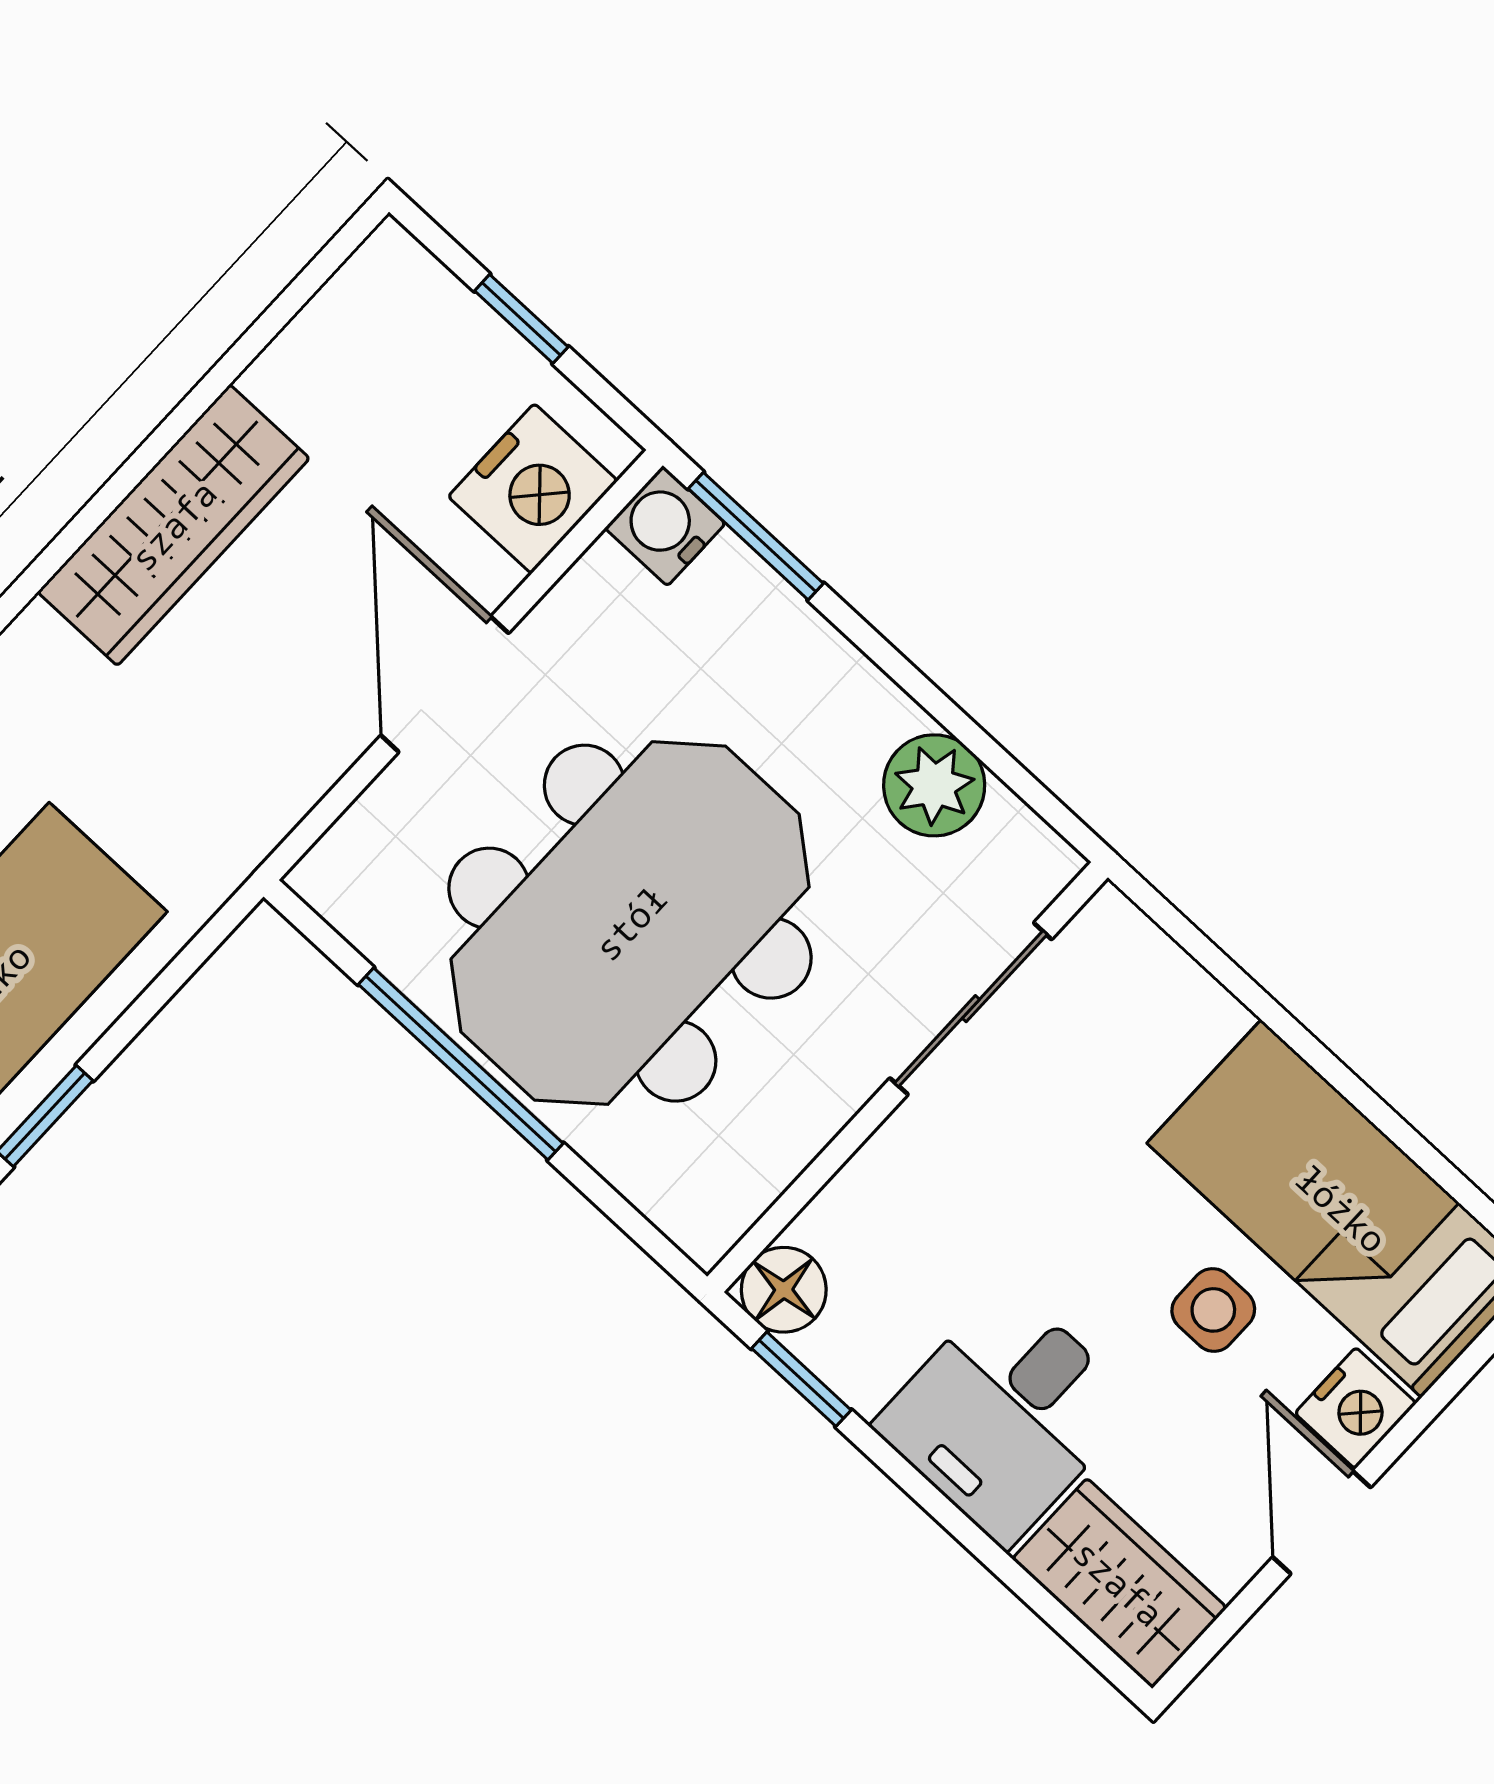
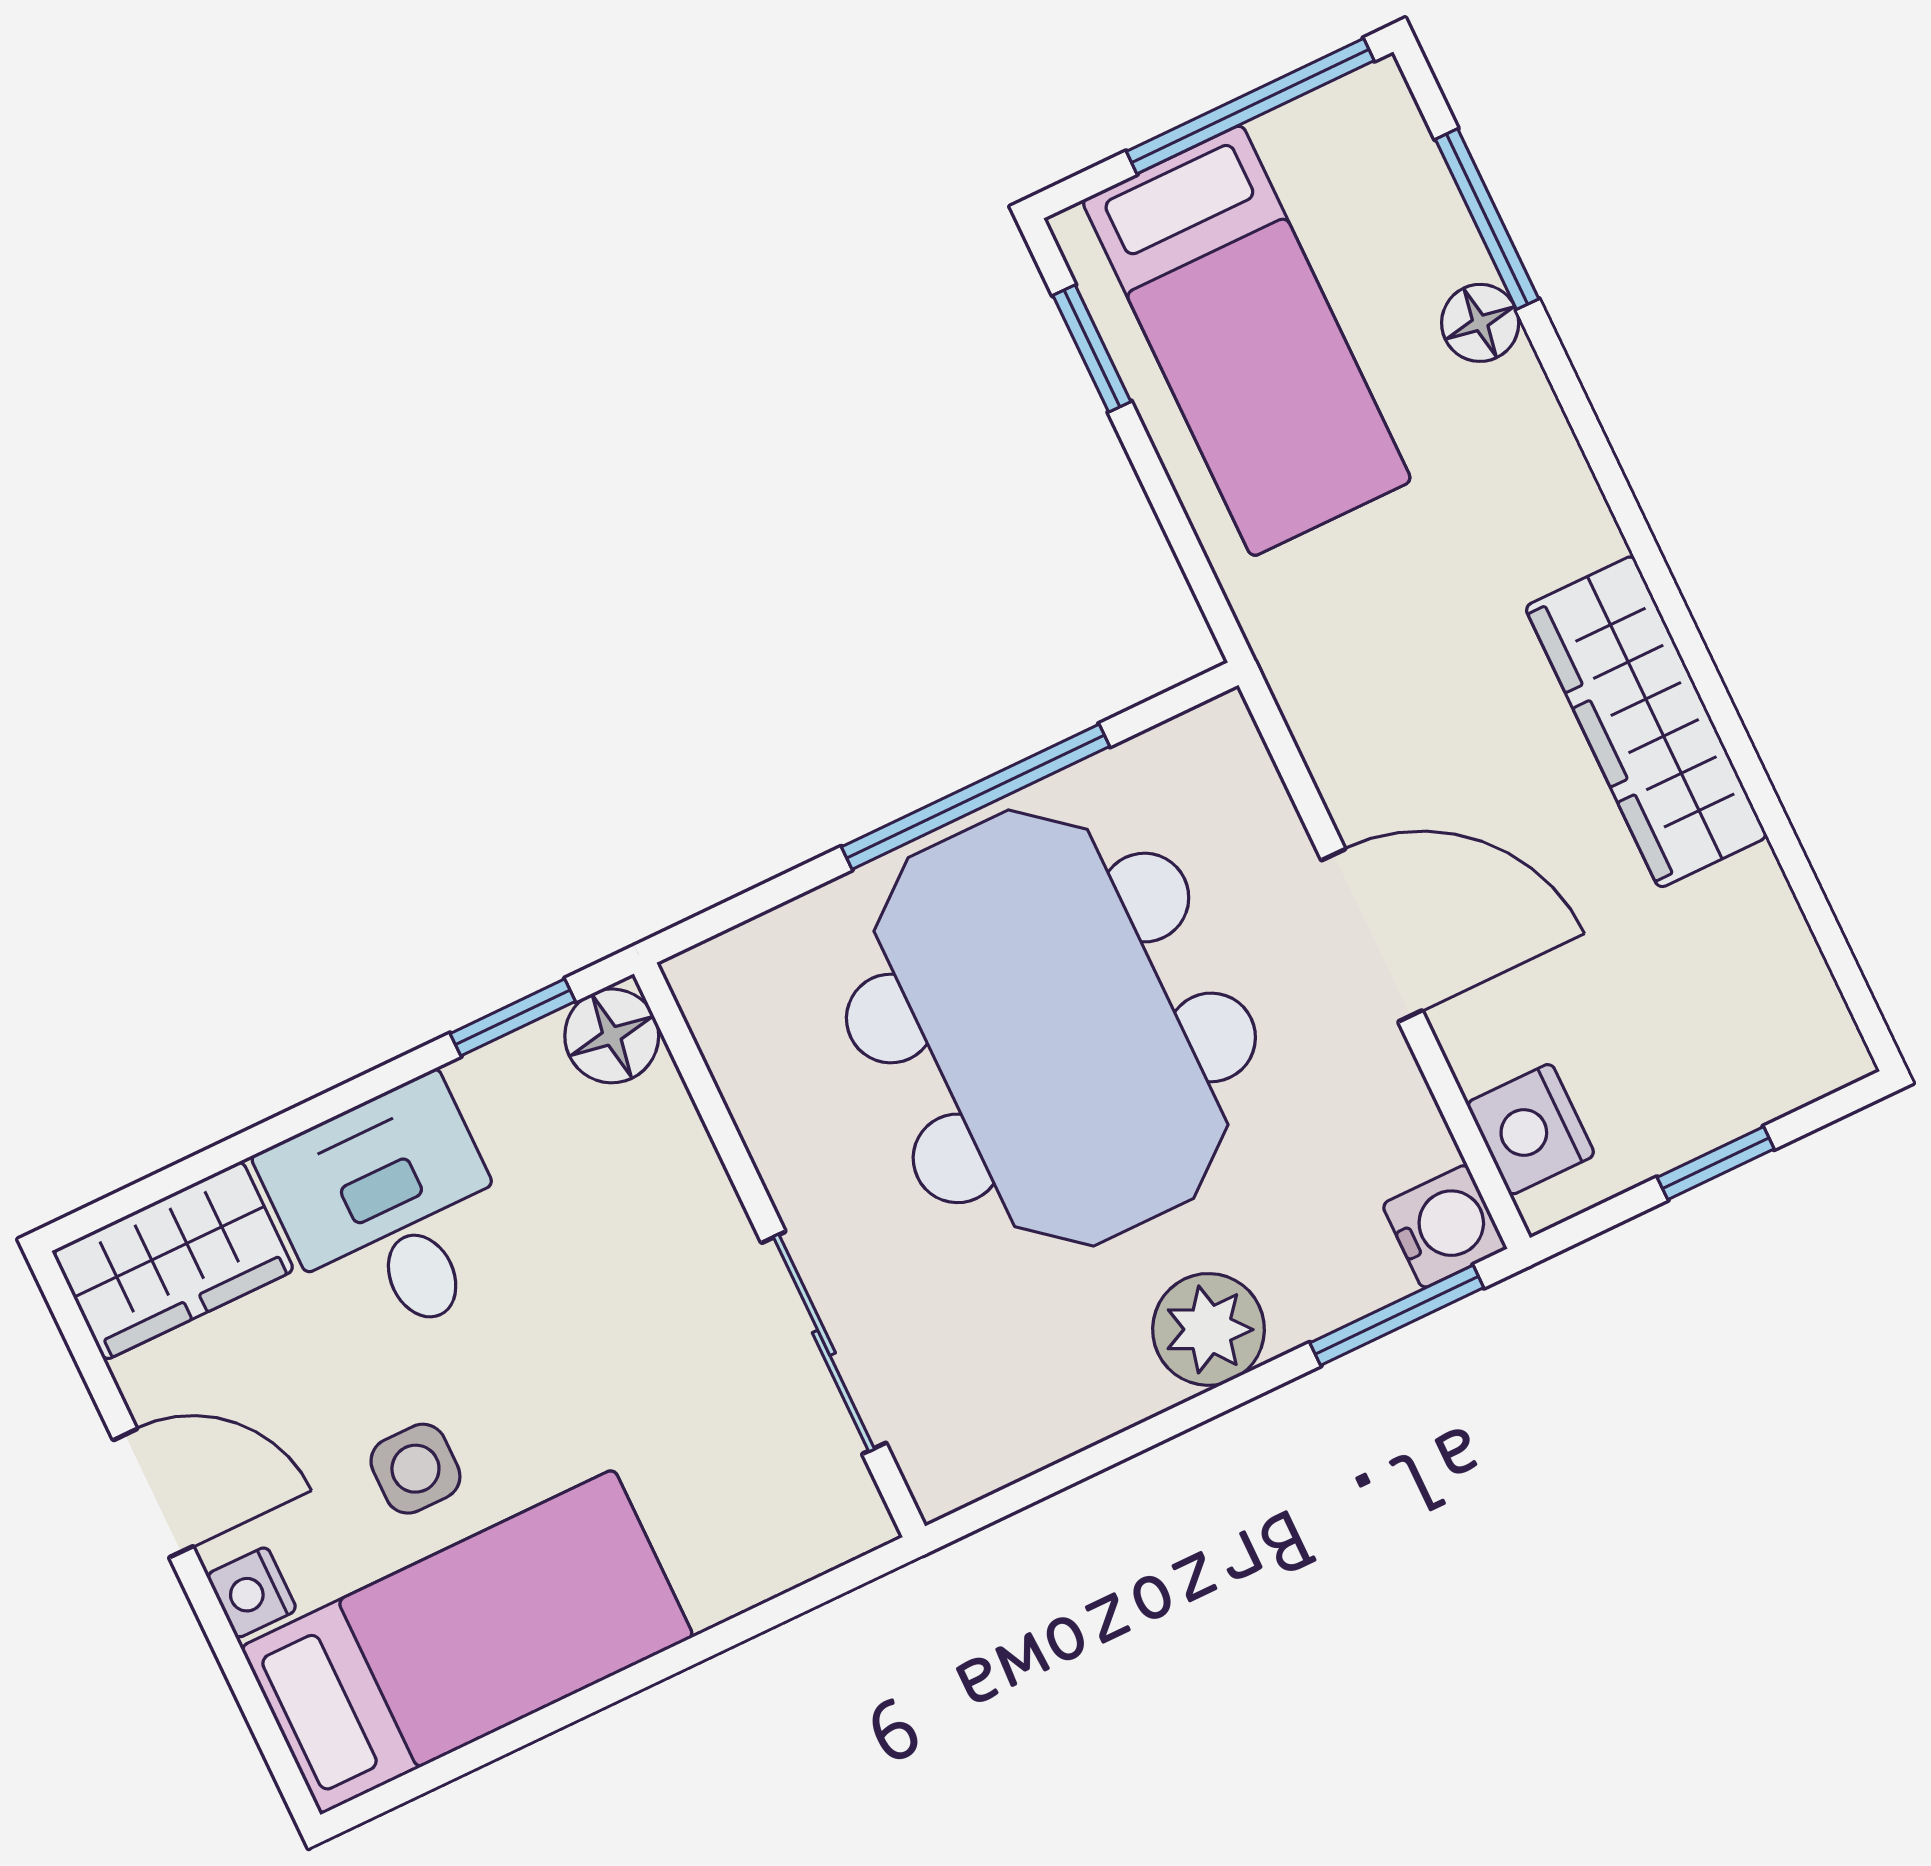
nightstand: (533, 489) -> (1531, 1129), width x0.74, depth x0.75
plant: (934, 785) -> (1208, 1329), moved
nightstand: (1356, 1408) -> (252, 1592), width x0.72, depth x0.74

